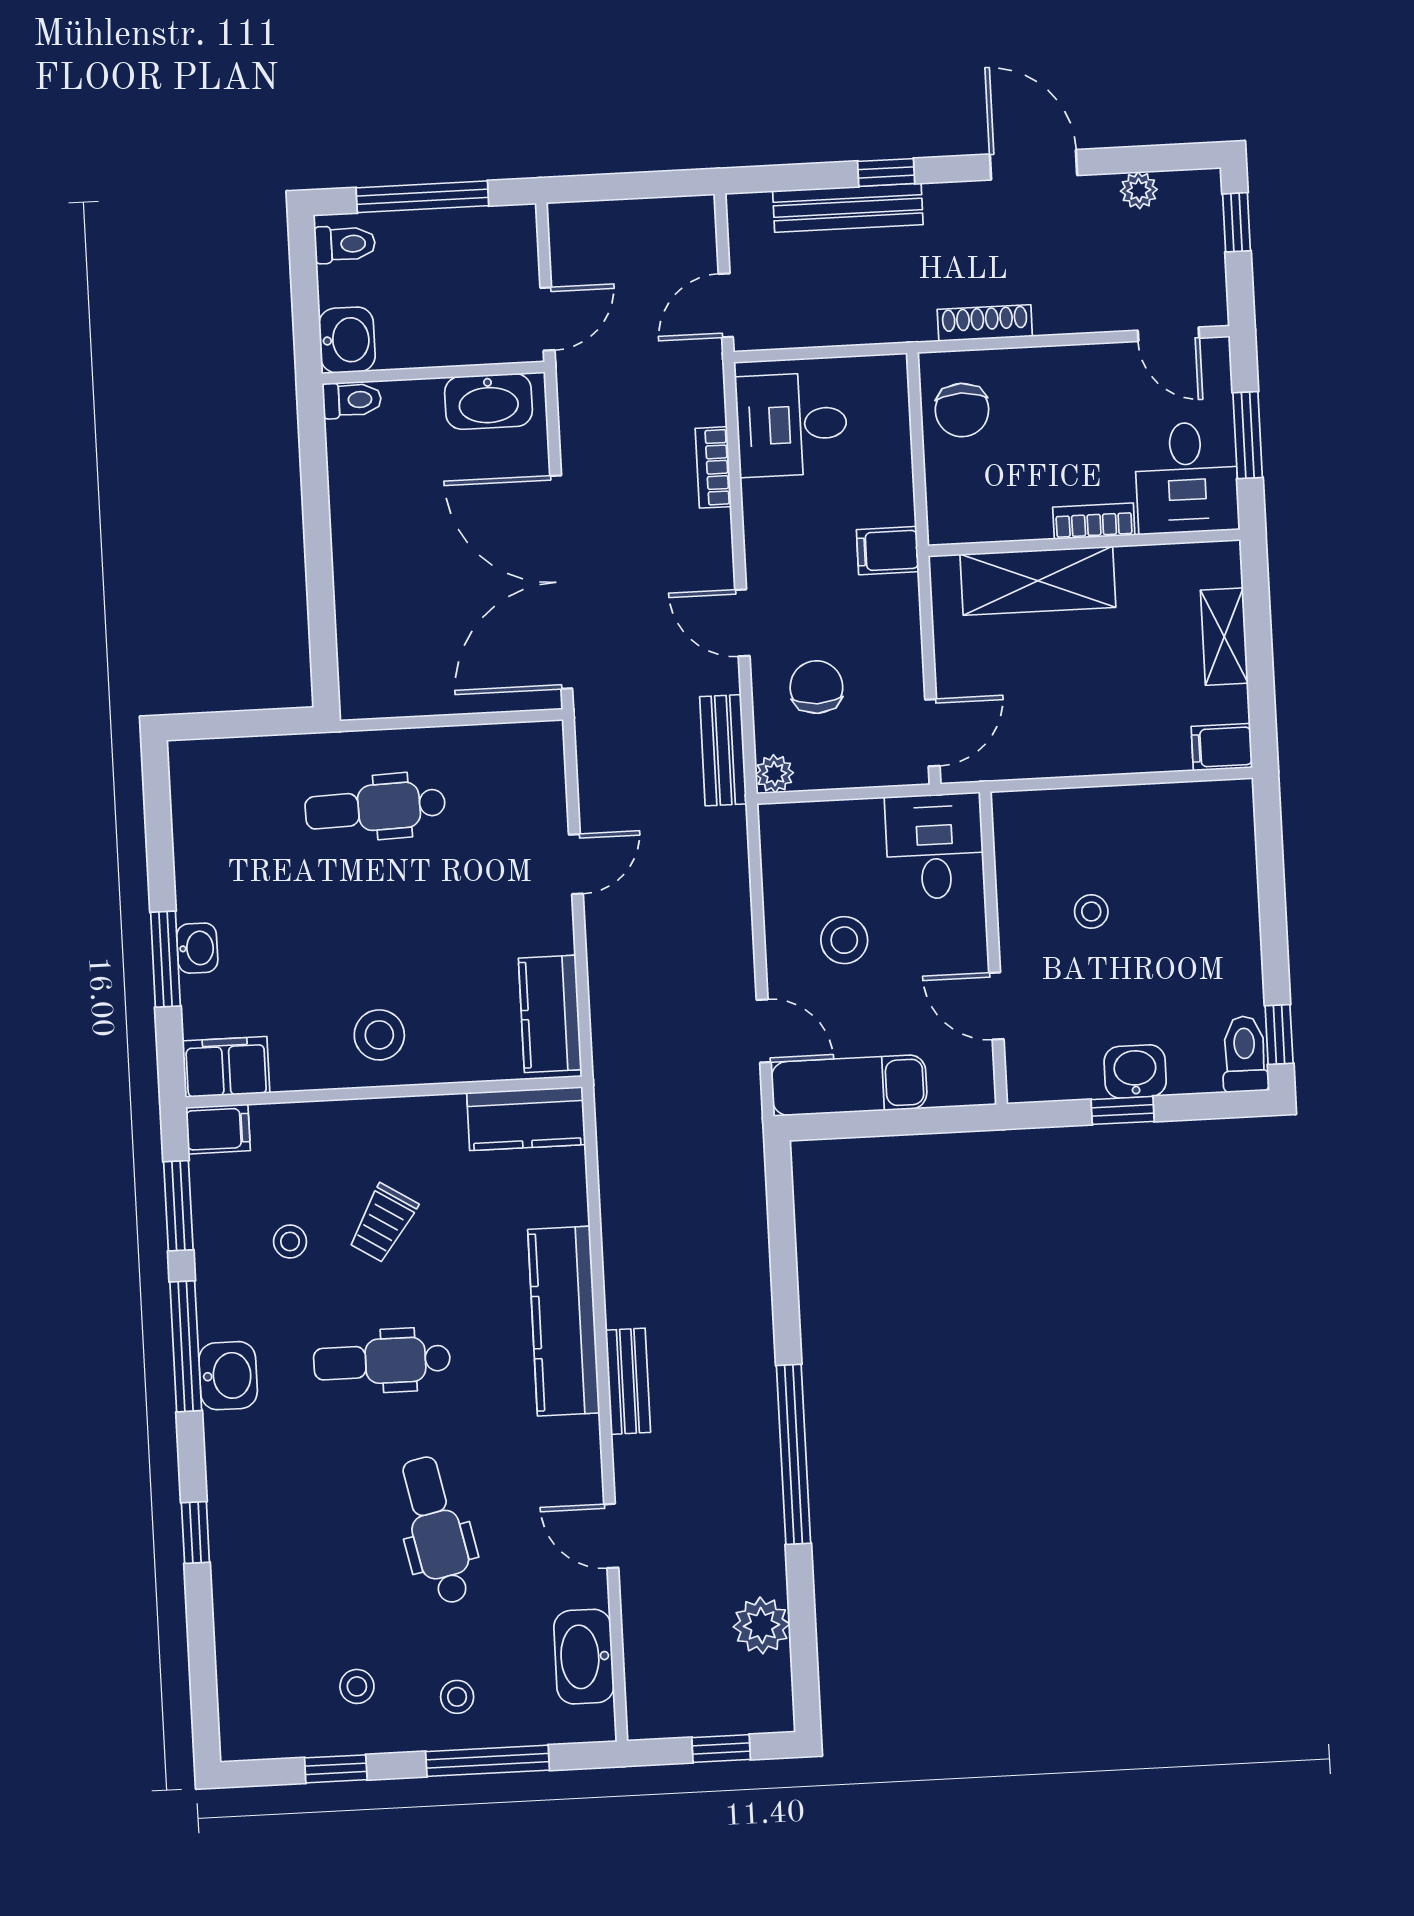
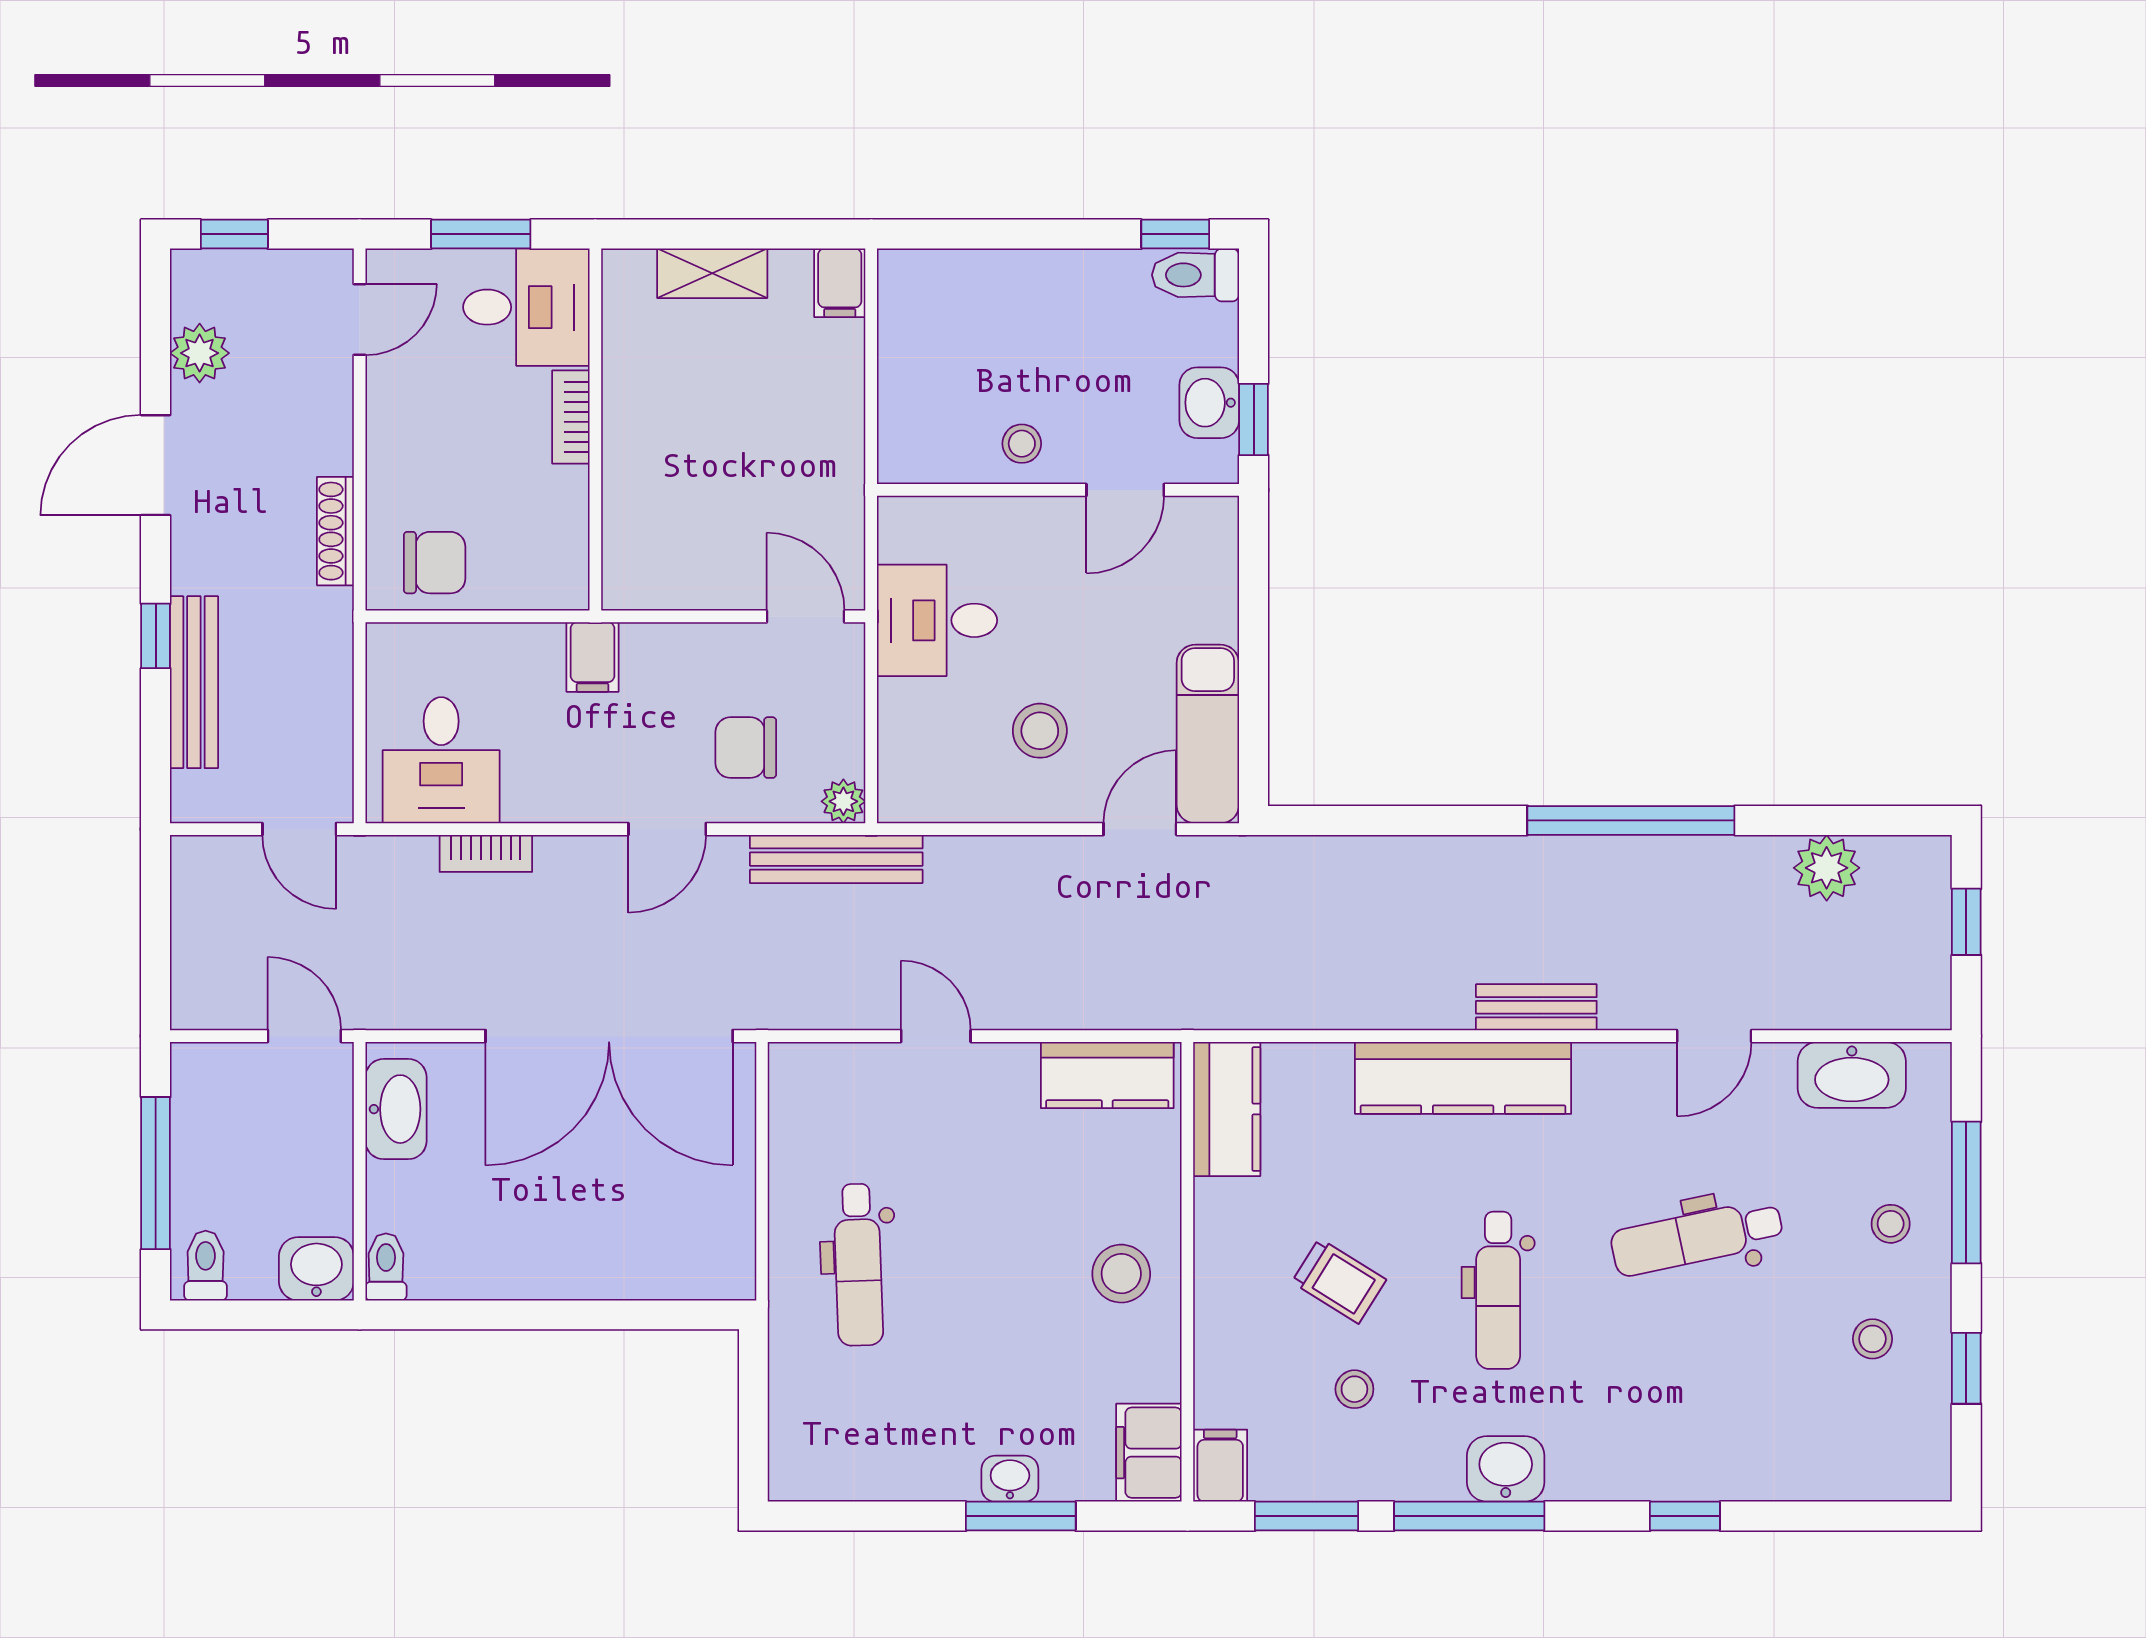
plant: (1139, 190) -> (200, 353), width x1.38, depth x1.38
shelving: (1038, 581) -> (636, 485), removed
bench: (723, 750) -> (836, 859), width x1.36
wall: (993, 948) -> (1058, 490), moved
door: (996, 1006) -> (1125, 490), moved

